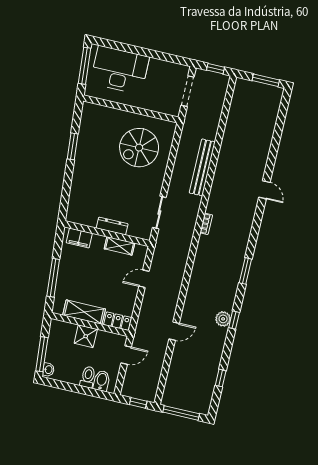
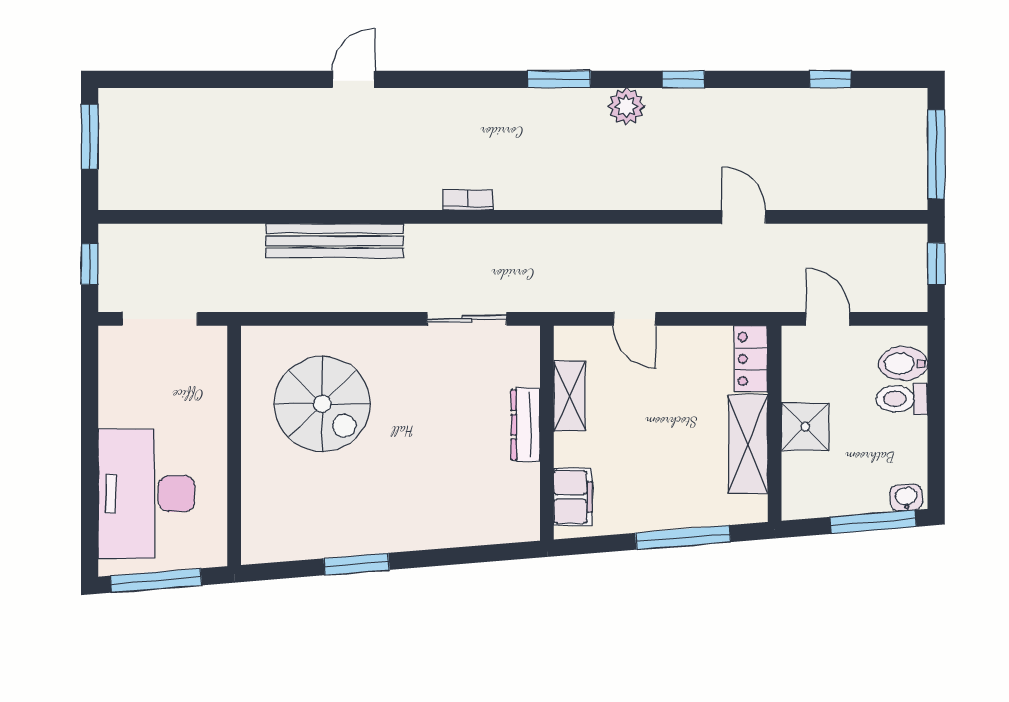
plant: (223, 319) -> (626, 106), moved

